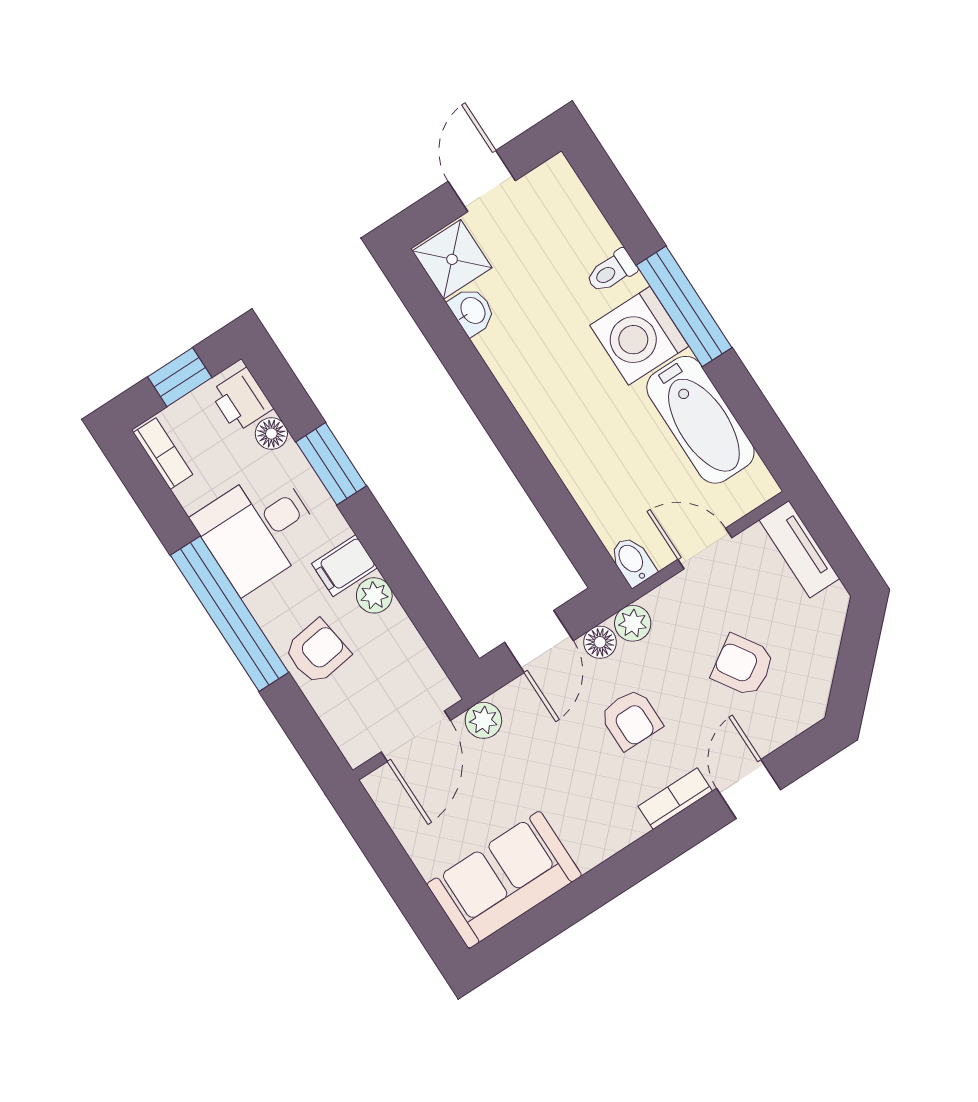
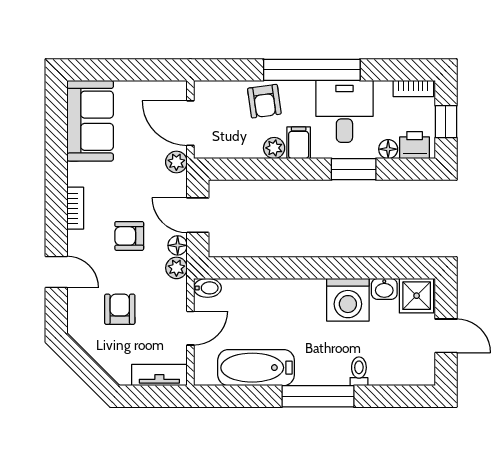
washing machine: (639, 336) -> (348, 300), moved, turned 180
armchair: (743, 665) -> (120, 309), turned -57
bookcase: (675, 799) -> (75, 208), moved

